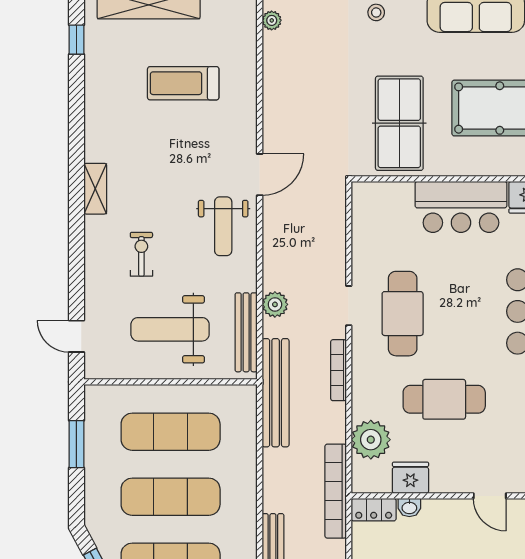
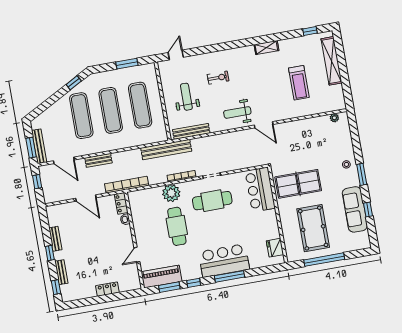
treadmill: (183, 83) -> (299, 83), turned 180
shelving: (95, 189) -> (266, 48), moved
bar counter: (461, 207) -> (260, 190), moved
plant: (275, 304) -> (206, 142), removed
weight bench: (170, 329) -> (186, 97), width x0.73, depth x0.75
plant: (371, 440) -> (171, 193), moved
fridge: (410, 478) -> (139, 217), removed

